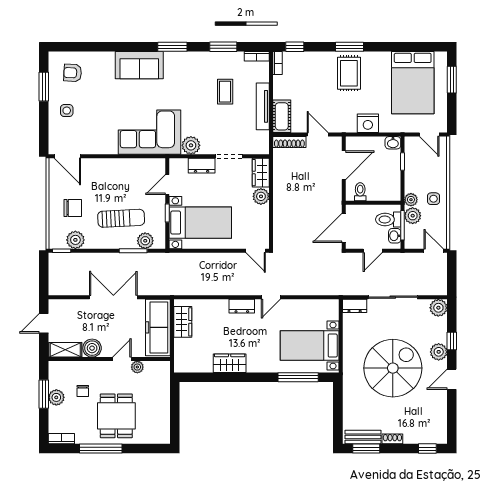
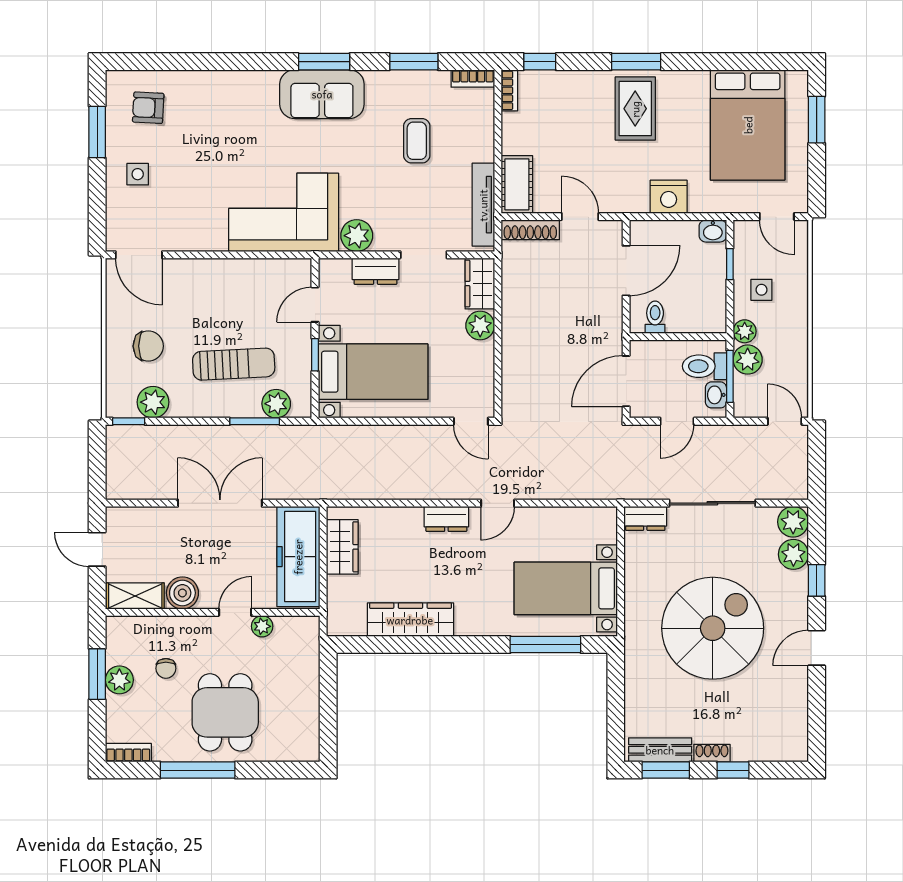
sofa: (139, 65) -> (322, 94), moved
tv unit: (263, 106) -> (483, 205), moved
side table: (433, 199) -> (761, 290), moved
door: (44, 323) -> (97, 549), hinge flipped
plant: (439, 352) -> (793, 554), moved
wardrobe: (230, 363) -> (410, 620), width x1.50
window: (427, 449) -> (733, 770), moved

